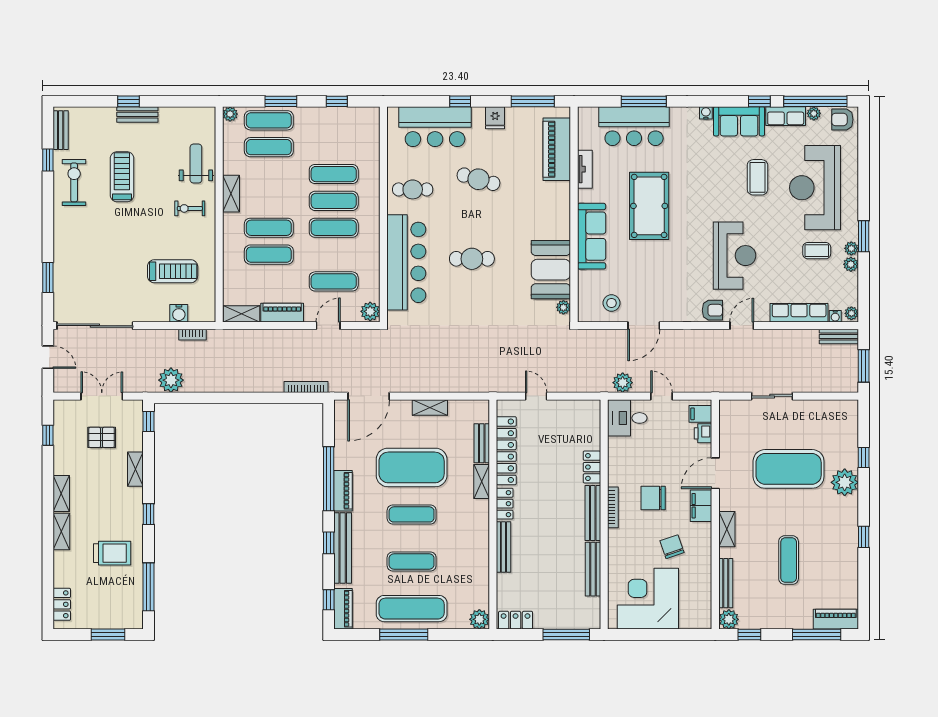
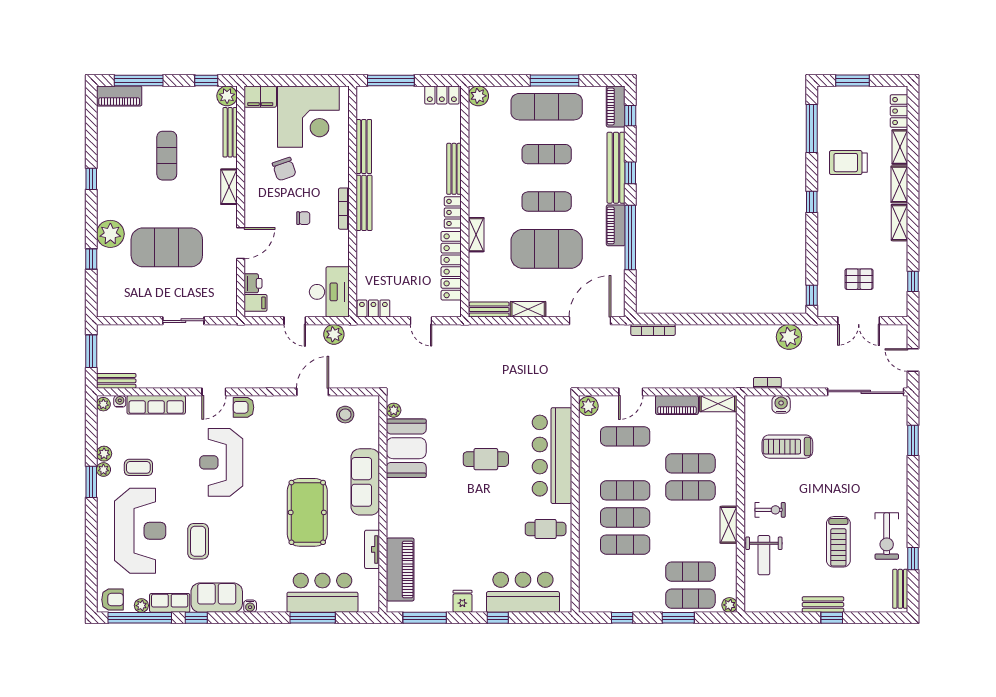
cafe table: (478, 179) -> (479, 539), removed
desk: (627, 418) -> (329, 292), width x1.37
bench: (482, 443) -> (489, 310), moved, turned 90
locker: (592, 467) -> (373, 308), moved, turned -90
shelving: (135, 469) -> (900, 147), moved
chair: (653, 498) -> (303, 218), width x0.54, depth x0.54
filing cabinet: (701, 506) -> (260, 97), moved, turned 90

